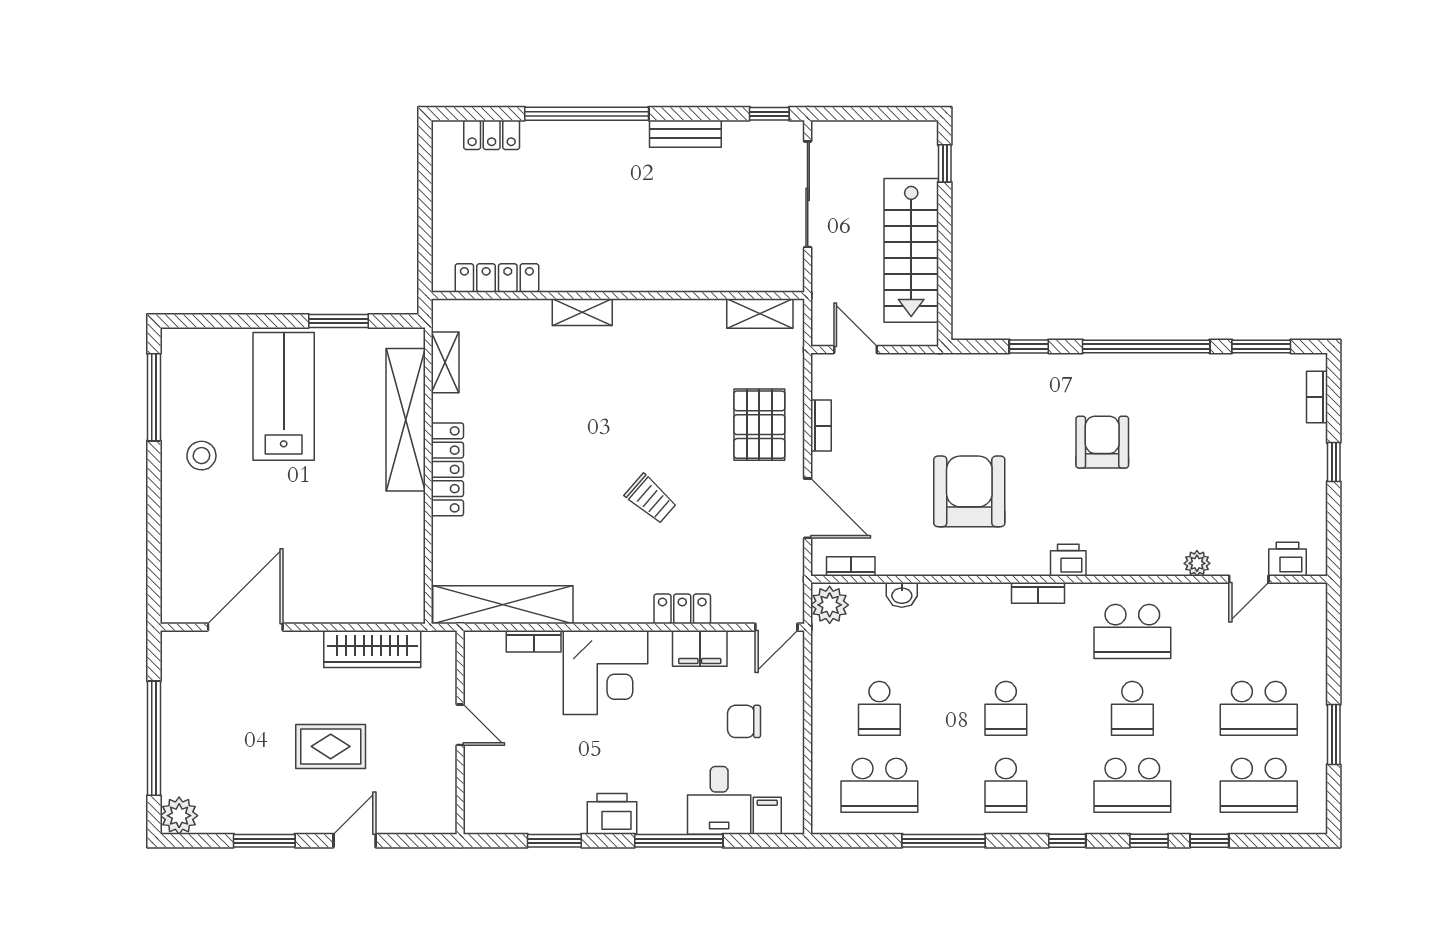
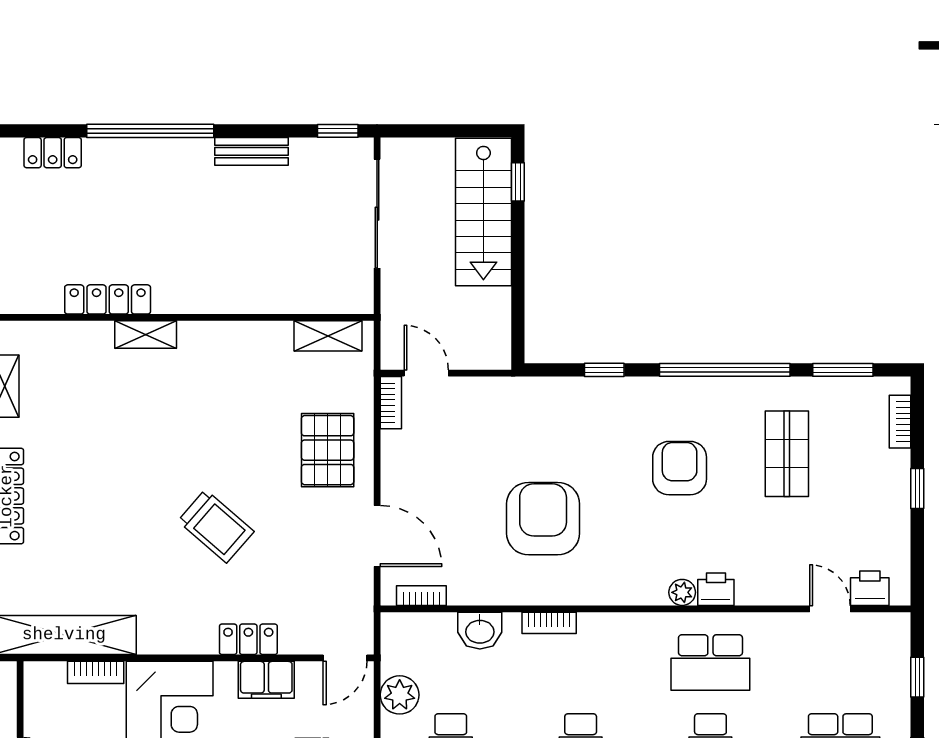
stairs: (911, 250) -> (483, 212), moved
locker: (497, 278) -> (108, 299), moved
bookcase: (821, 426) -> (391, 403), moved
shop shelf: (1207, 428) -> (787, 454), added
trolley: (651, 499) -> (216, 526), width x1.36, depth x1.39
printer: (1068, 560) -> (716, 589), moved
plant: (1197, 563) -> (682, 592), moved
door: (1249, 579) -> (830, 609), swing flipped
bookcase: (1038, 593) -> (549, 623), moved
washbasin: (902, 595) -> (480, 631), width x1.38, depth x1.45
plant: (830, 605) -> (400, 695), moved
window: (1334, 646) -> (917, 677), added

